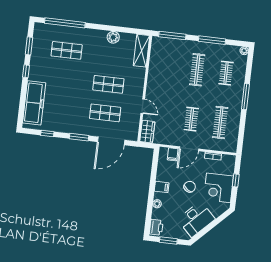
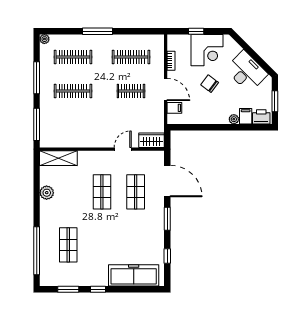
clothes rail: (226, 73) -> (73, 57), width x1.36
filing cabinet: (162, 187) -> (246, 116), moved

